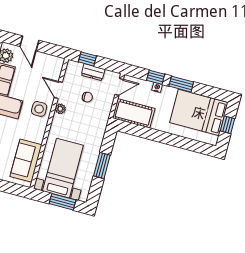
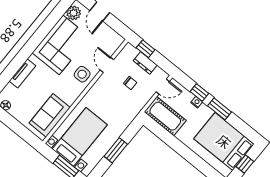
plant: (60, 109) -> (101, 83), removed

